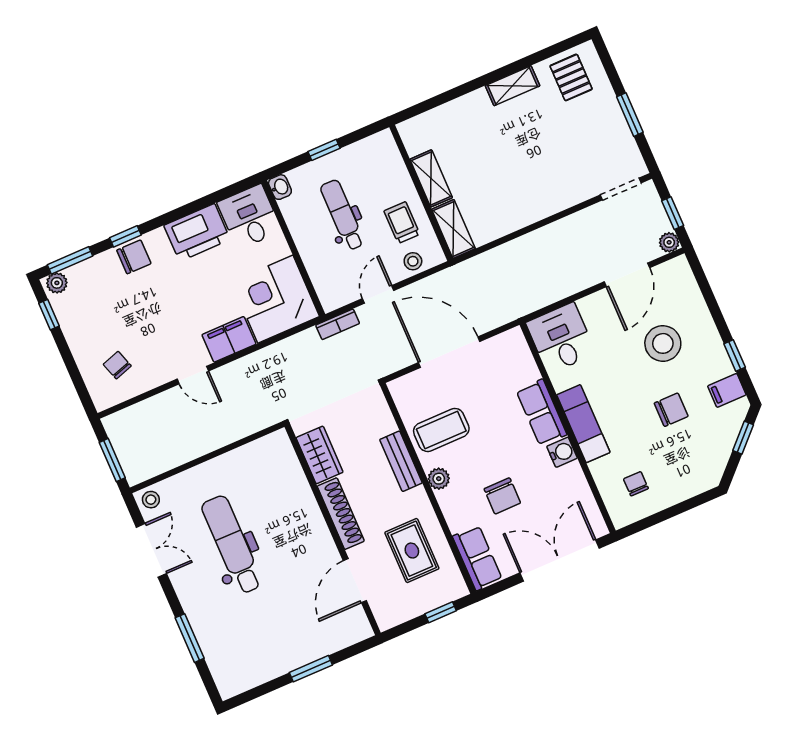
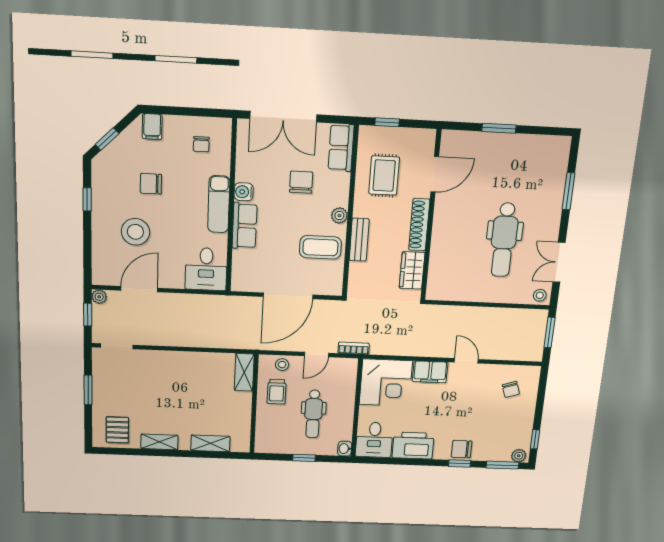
shelving: (431, 178) -> (210, 443), moved, turned 90
door: (449, 352) -> (288, 296), hinge flipped
filing cabinet: (727, 390) -> (152, 126), moved, turned 90

